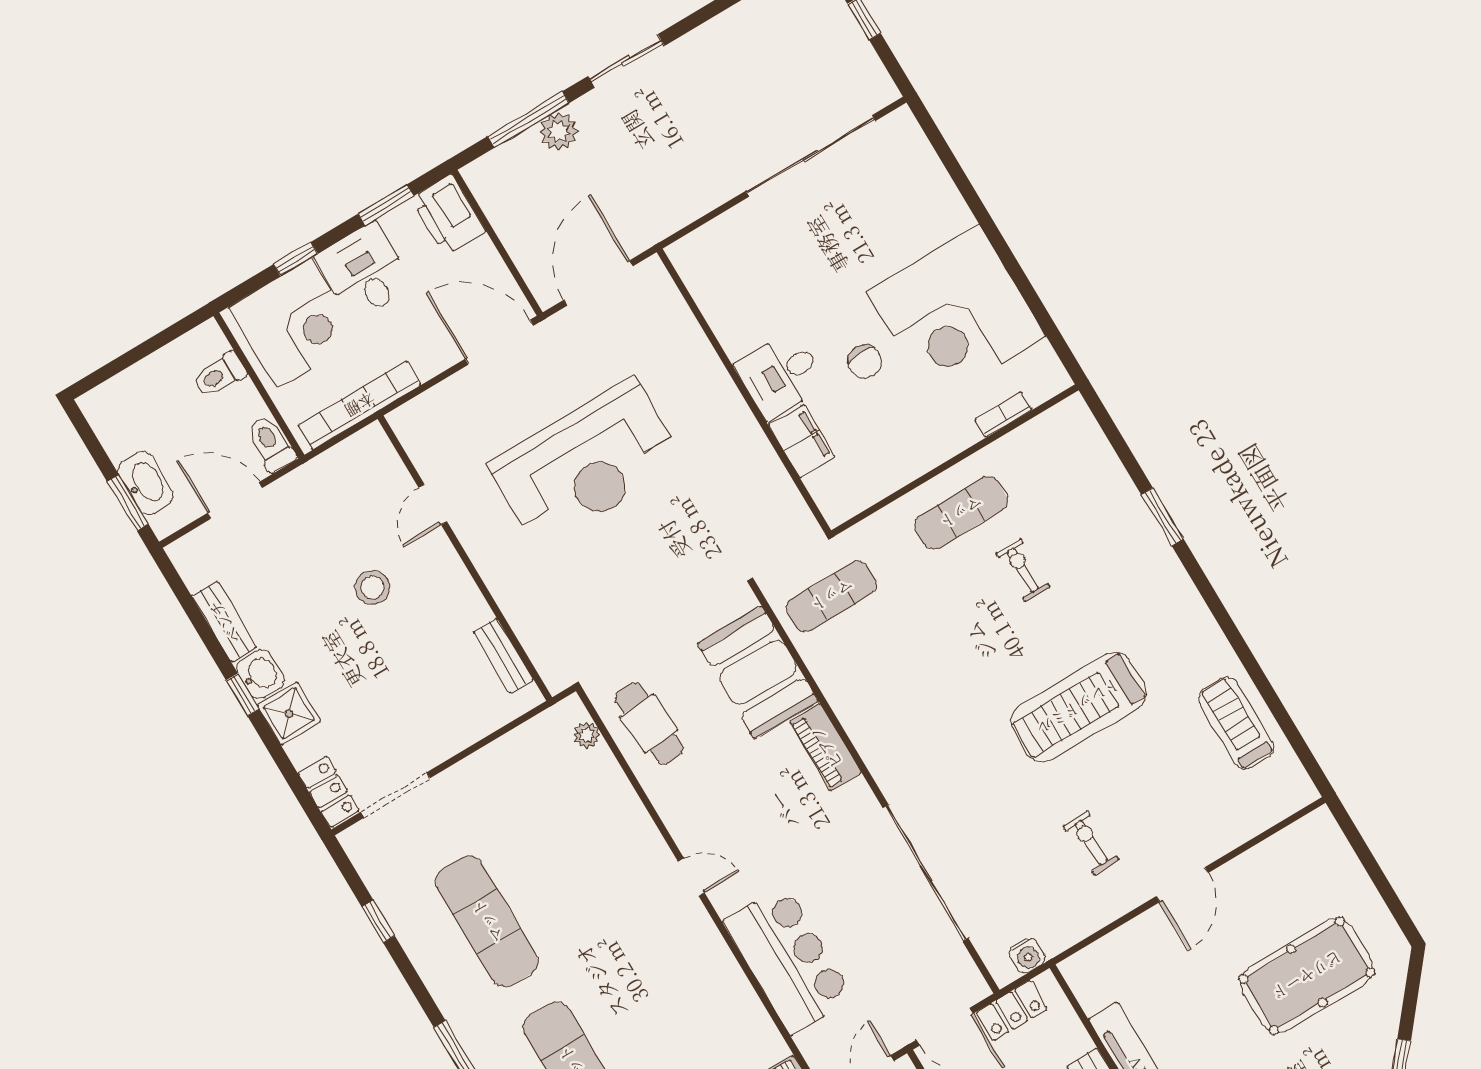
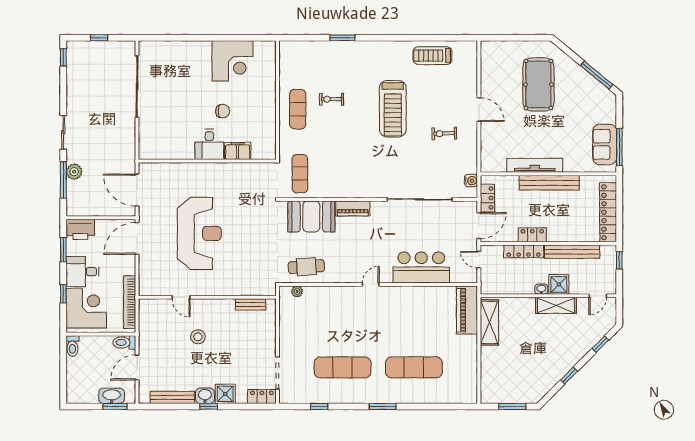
corner desk: (956, 314) -> (232, 61), width x0.74, depth x0.74
toilet: (219, 375) -> (72, 346), moved
bookcase: (1003, 415) -> (272, 73), removed
bench: (224, 622) -> (172, 397), width x1.36

